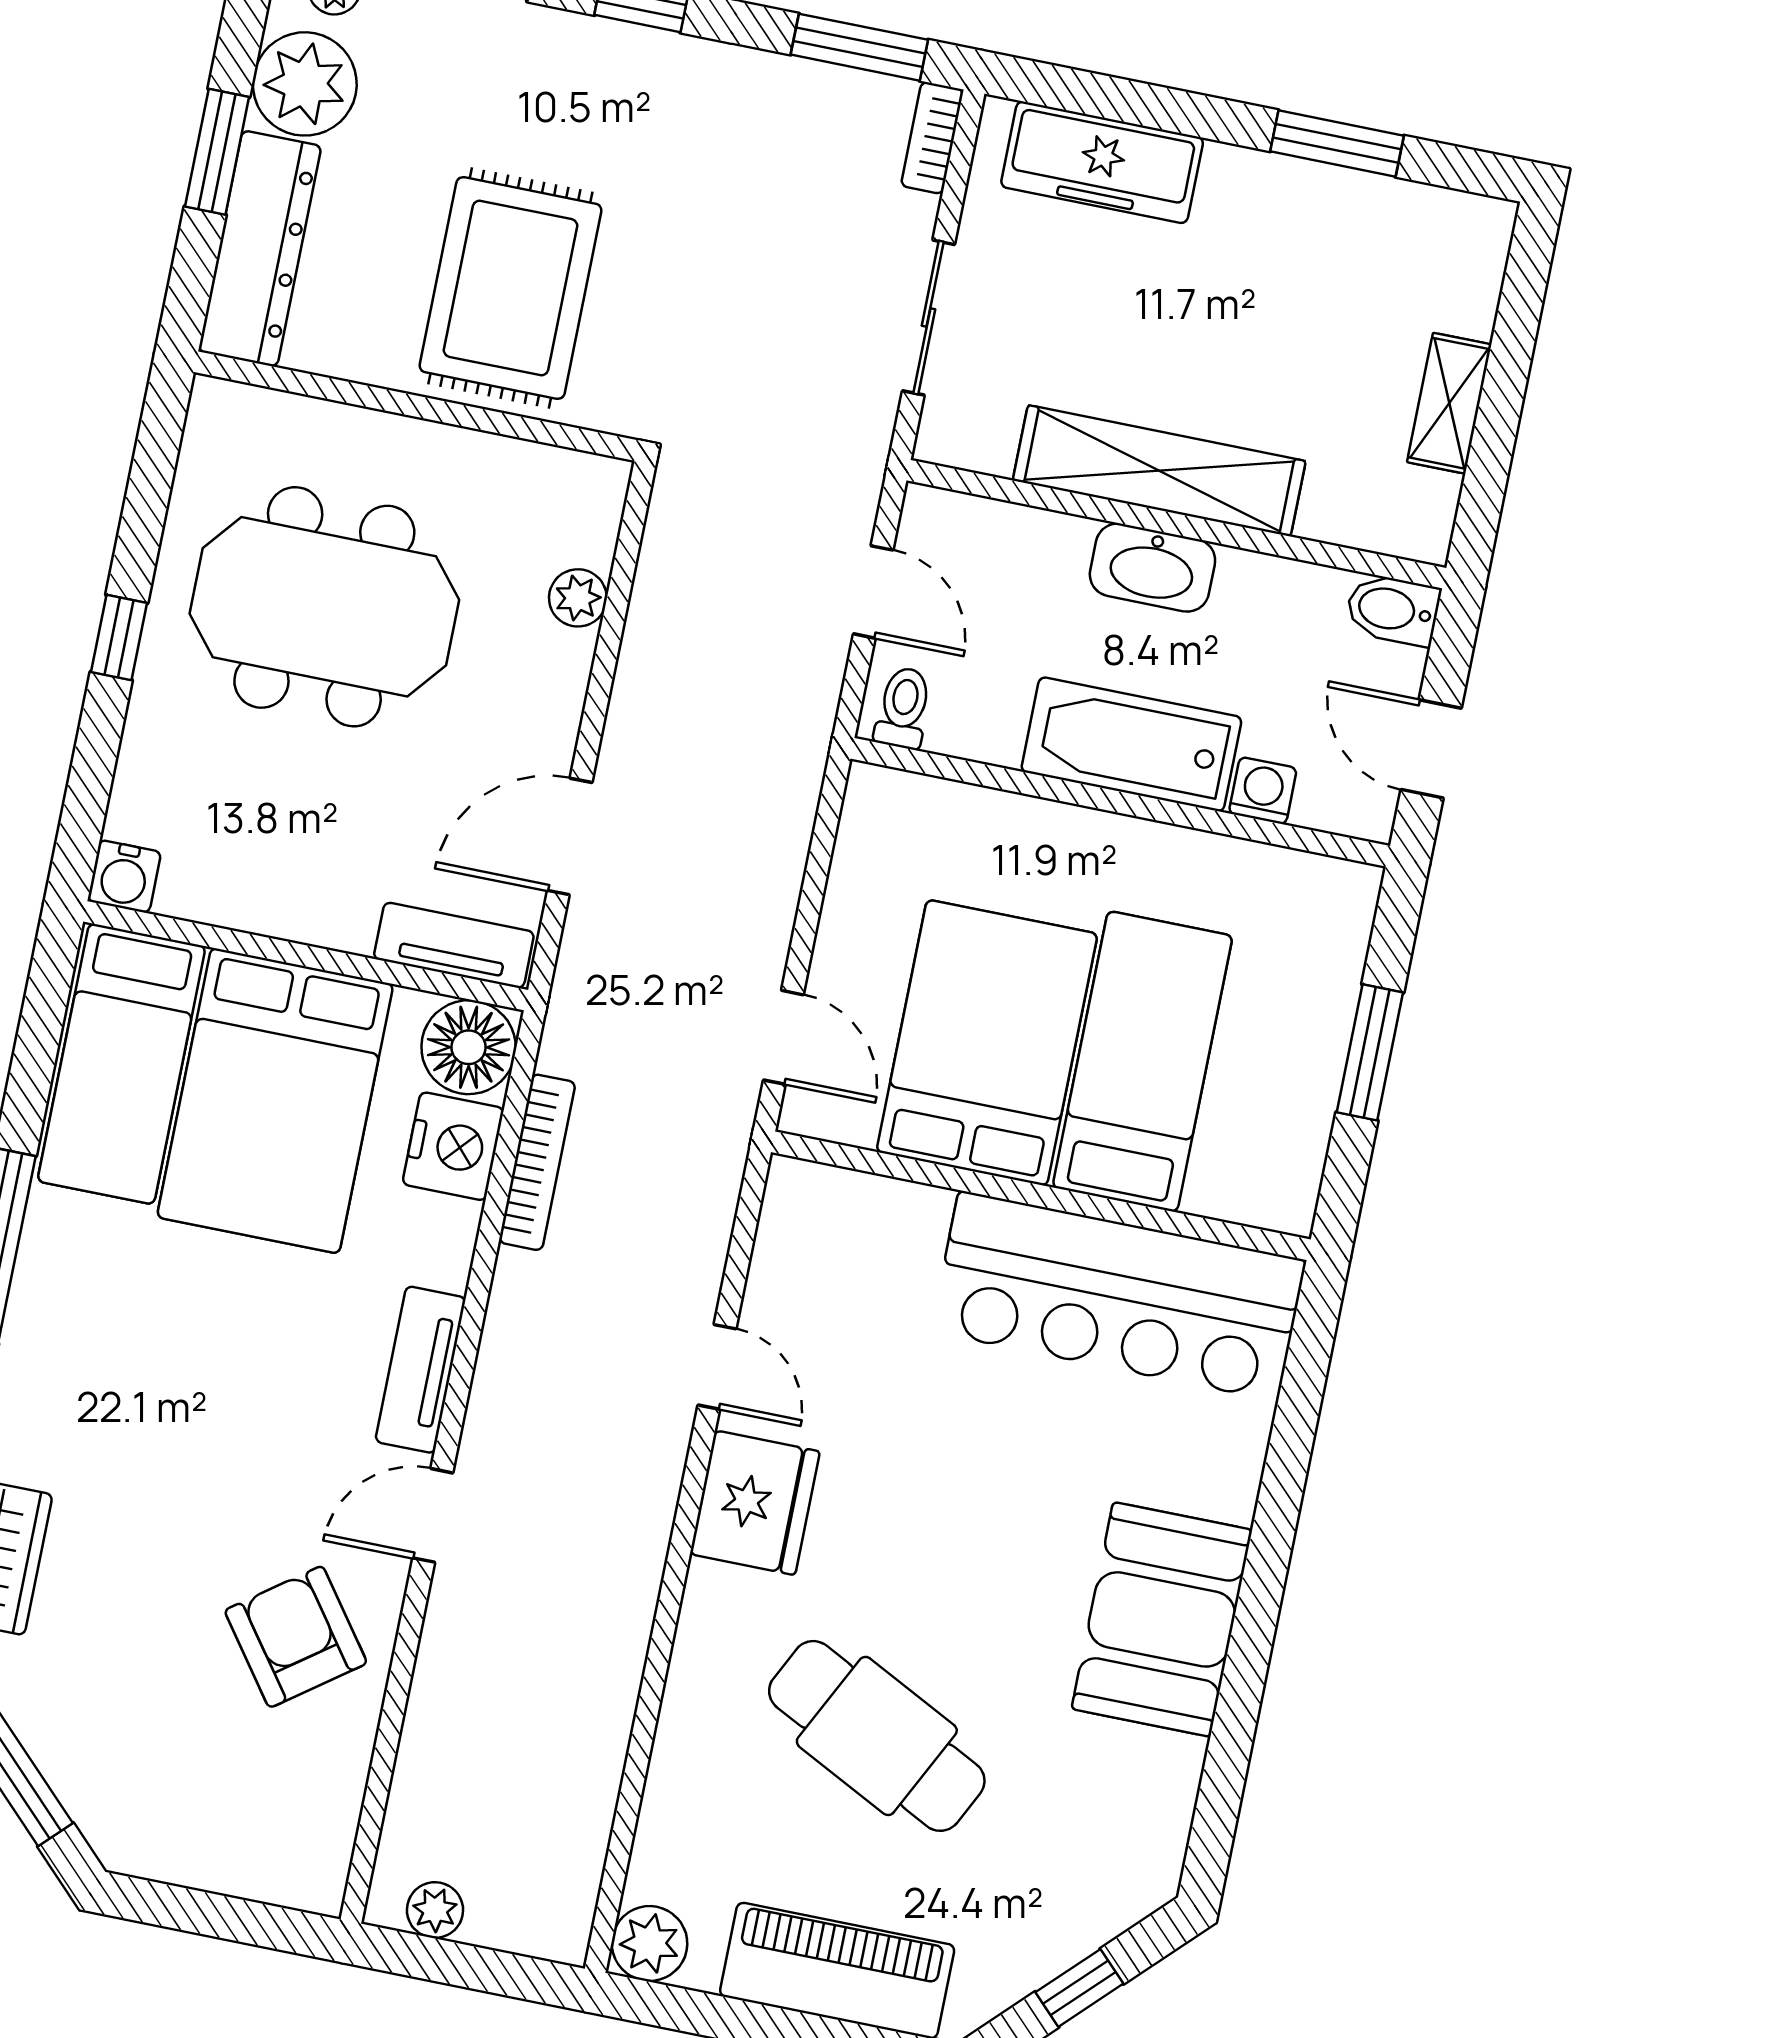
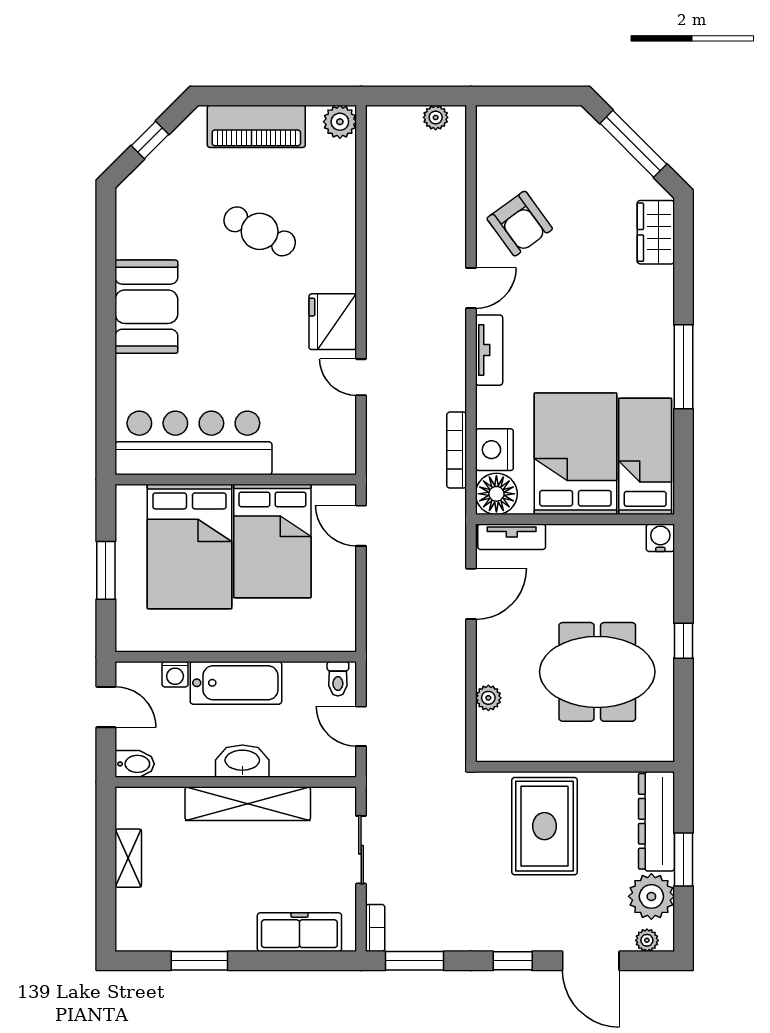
bed: (1142, 1062) -> (189, 546), width x1.50
cafe table: (877, 1736) -> (260, 231), width x0.73, depth x0.74

